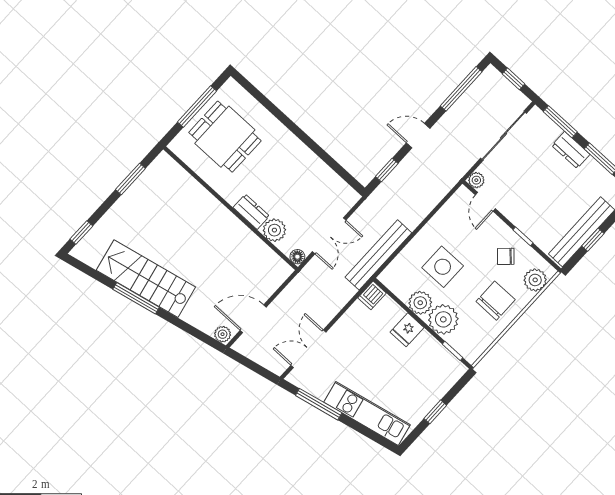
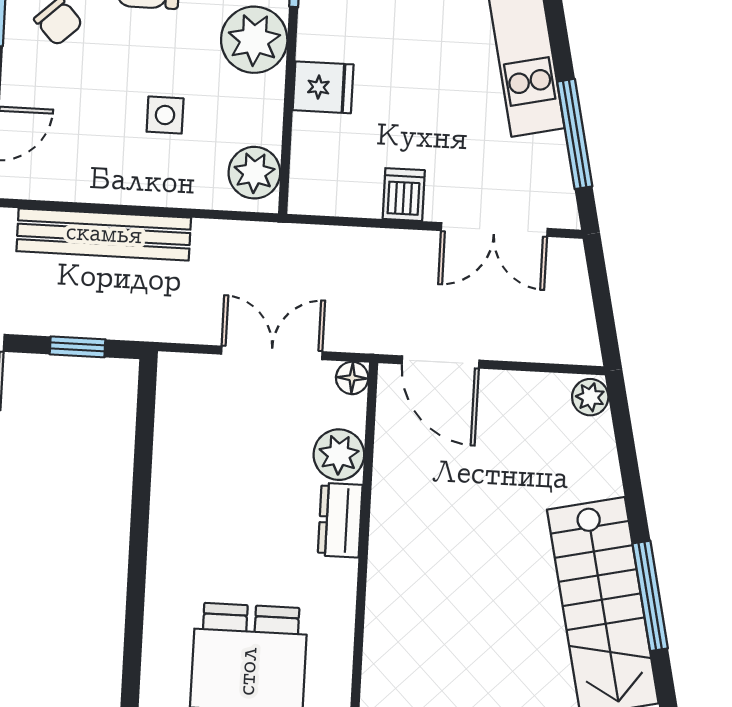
bench: (378, 255) -> (104, 234), moved
side table: (443, 267) -> (165, 115), width x0.54, depth x0.54
dishwasher: (372, 295) -> (404, 195), moved, turned -90
plant: (420, 303) -> (254, 173), moved
door: (253, 319) -> (441, 362), moved

